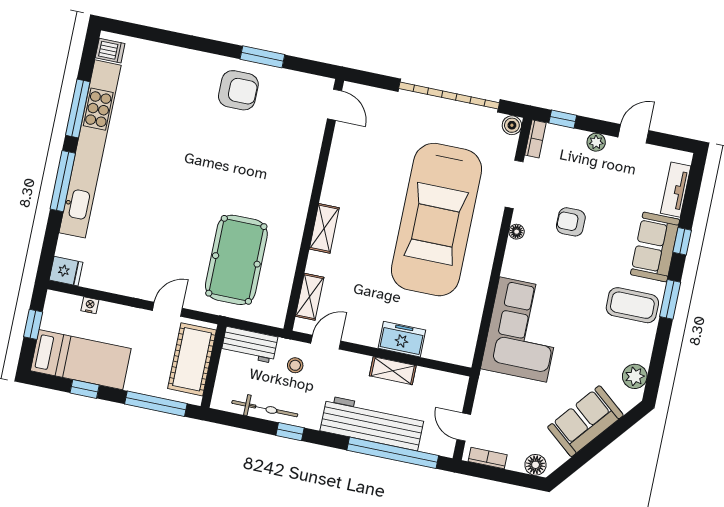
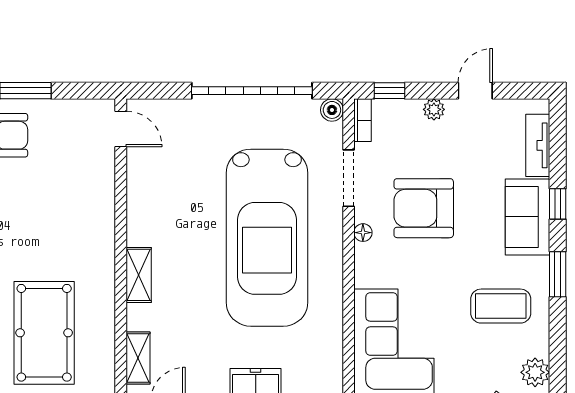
armchair: (571, 222) -> (424, 208), width x1.88, depth x1.88
coffee table: (632, 305) -> (501, 306), moved

